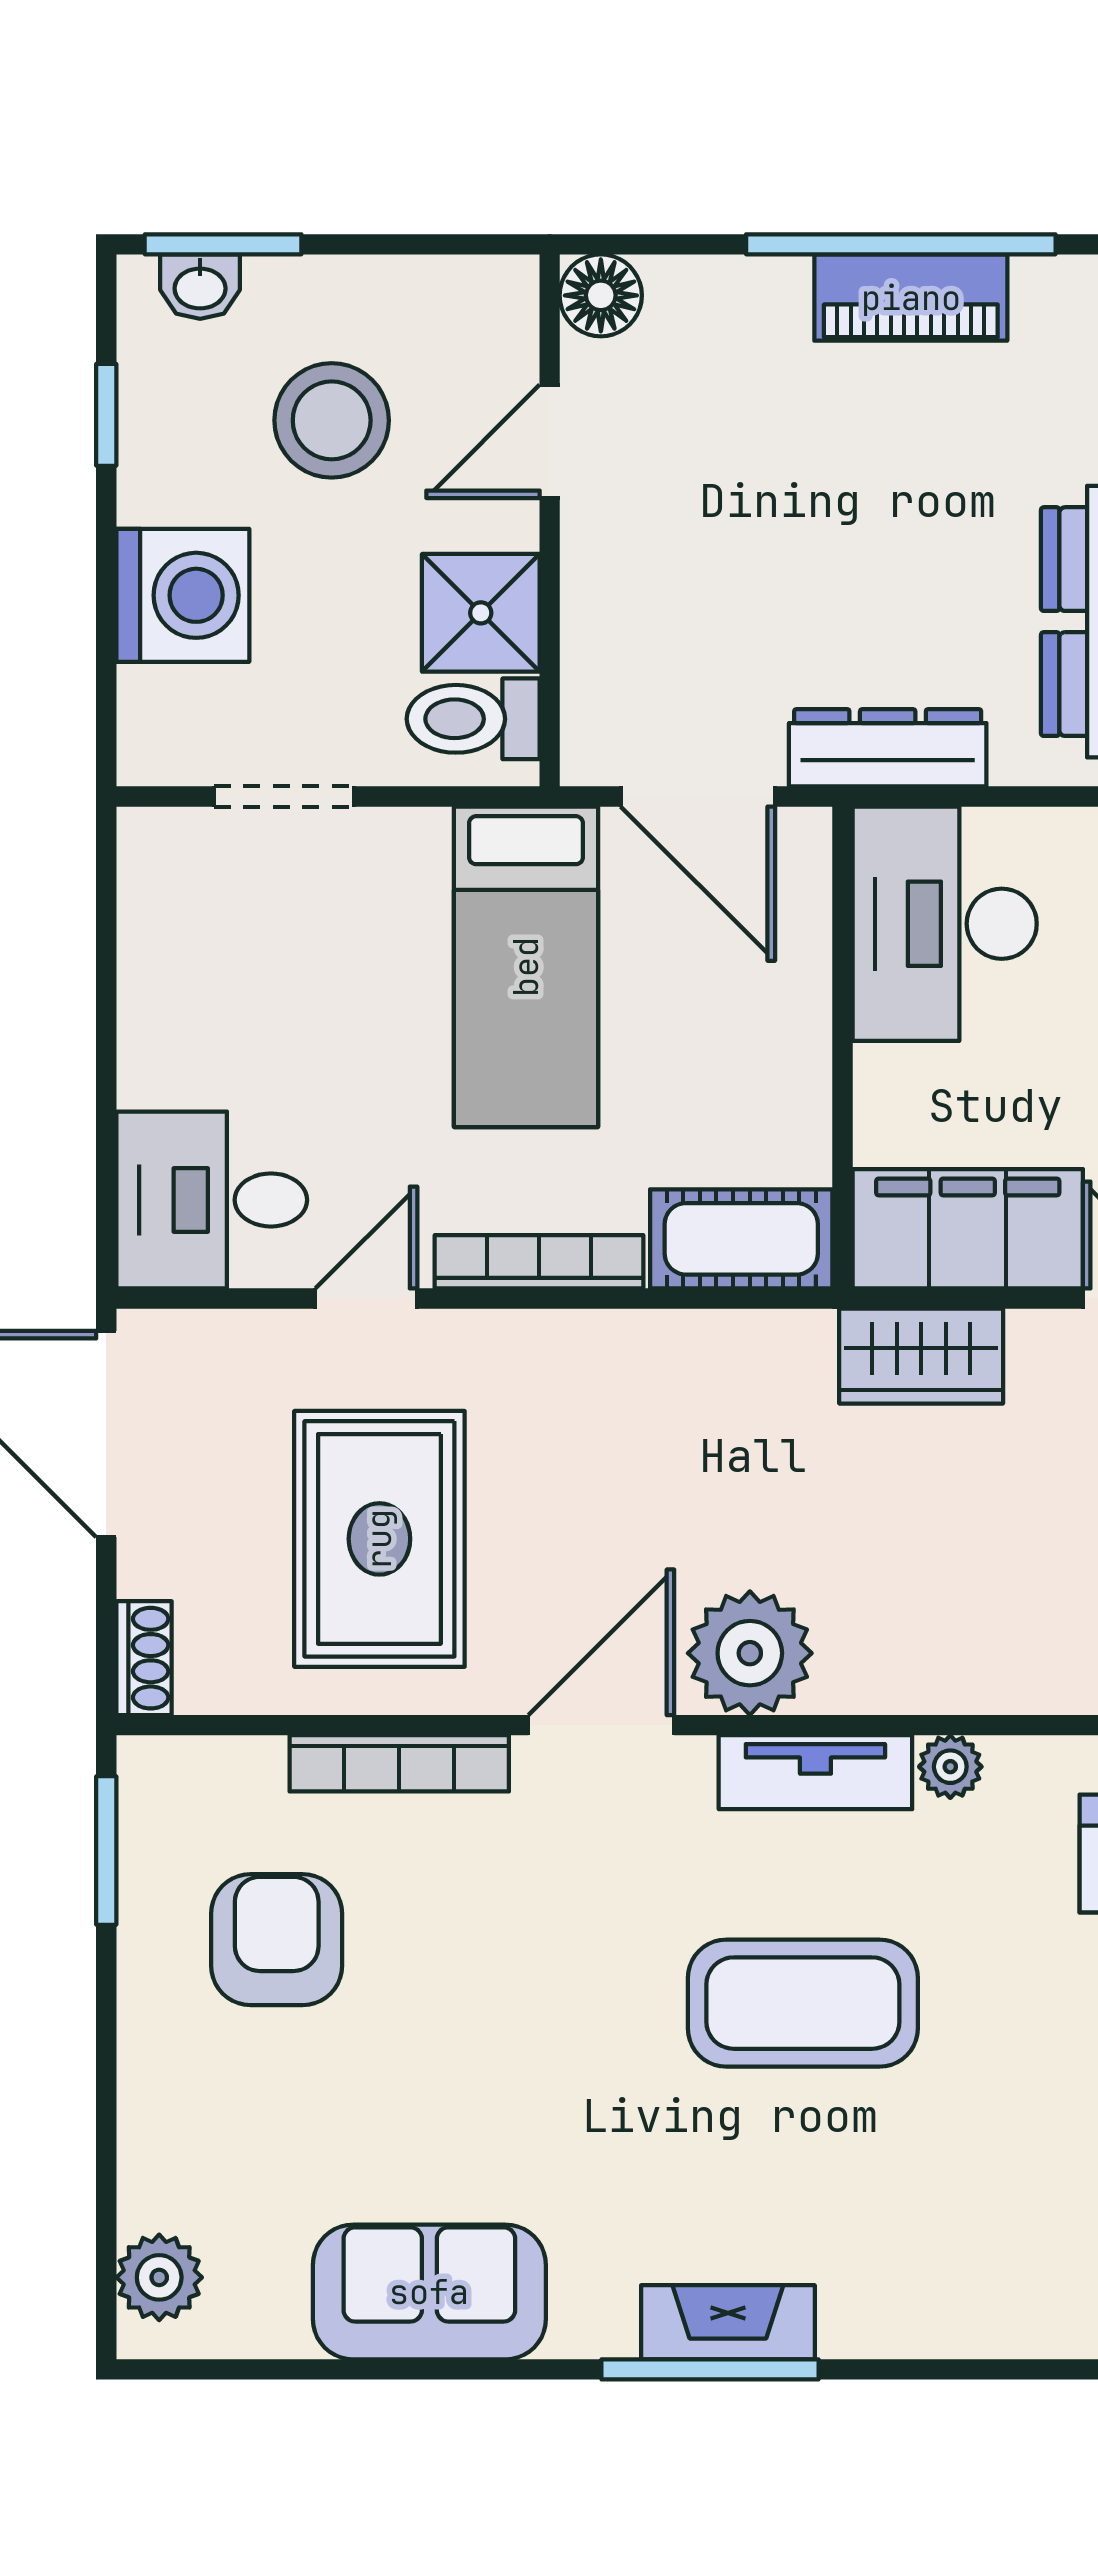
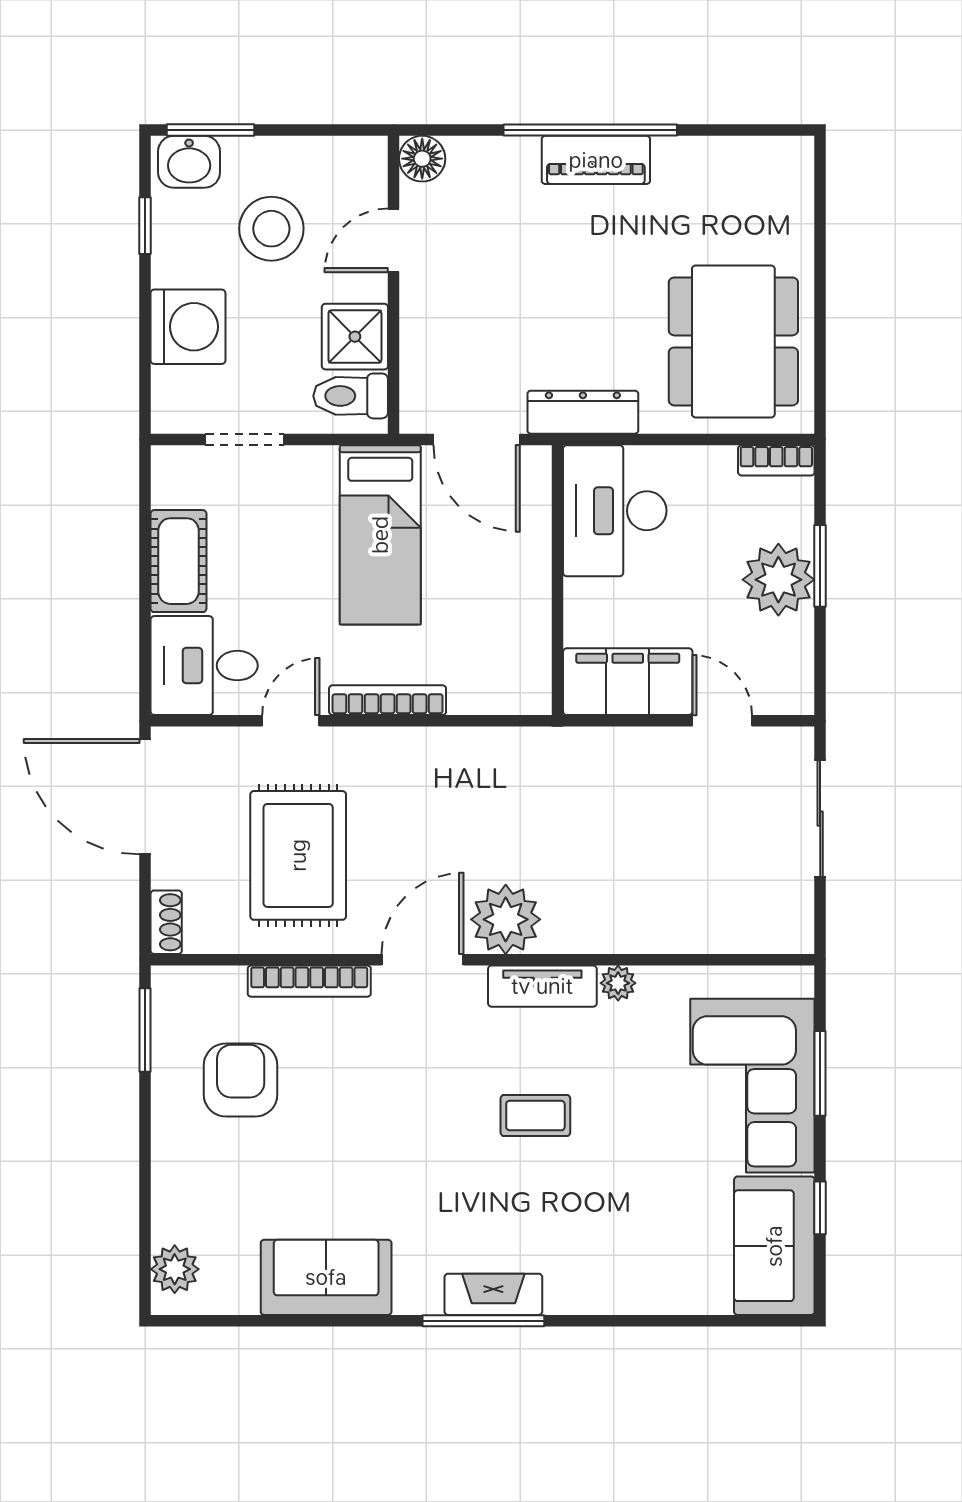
washbasin: (200, 287) -> (189, 162), width x1.38, depth x1.45
cot: (741, 1239) -> (178, 561), moved, turned 90
wardrobe: (921, 1356) -> (602, 753), removed
coffee table: (803, 2003) -> (535, 1116), width x0.54, depth x0.58

